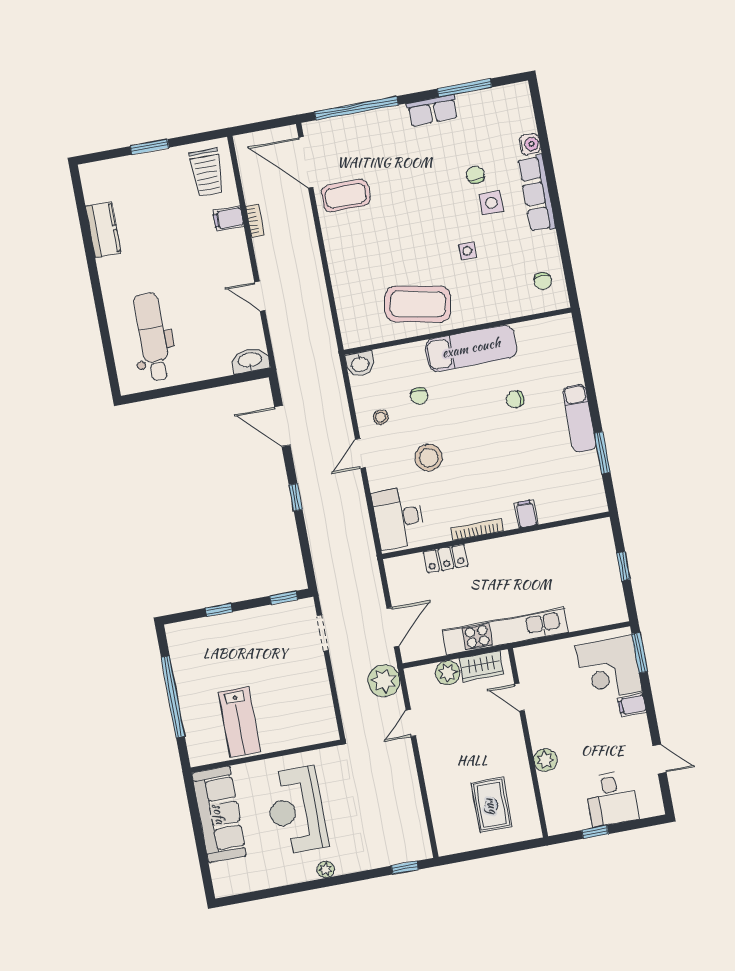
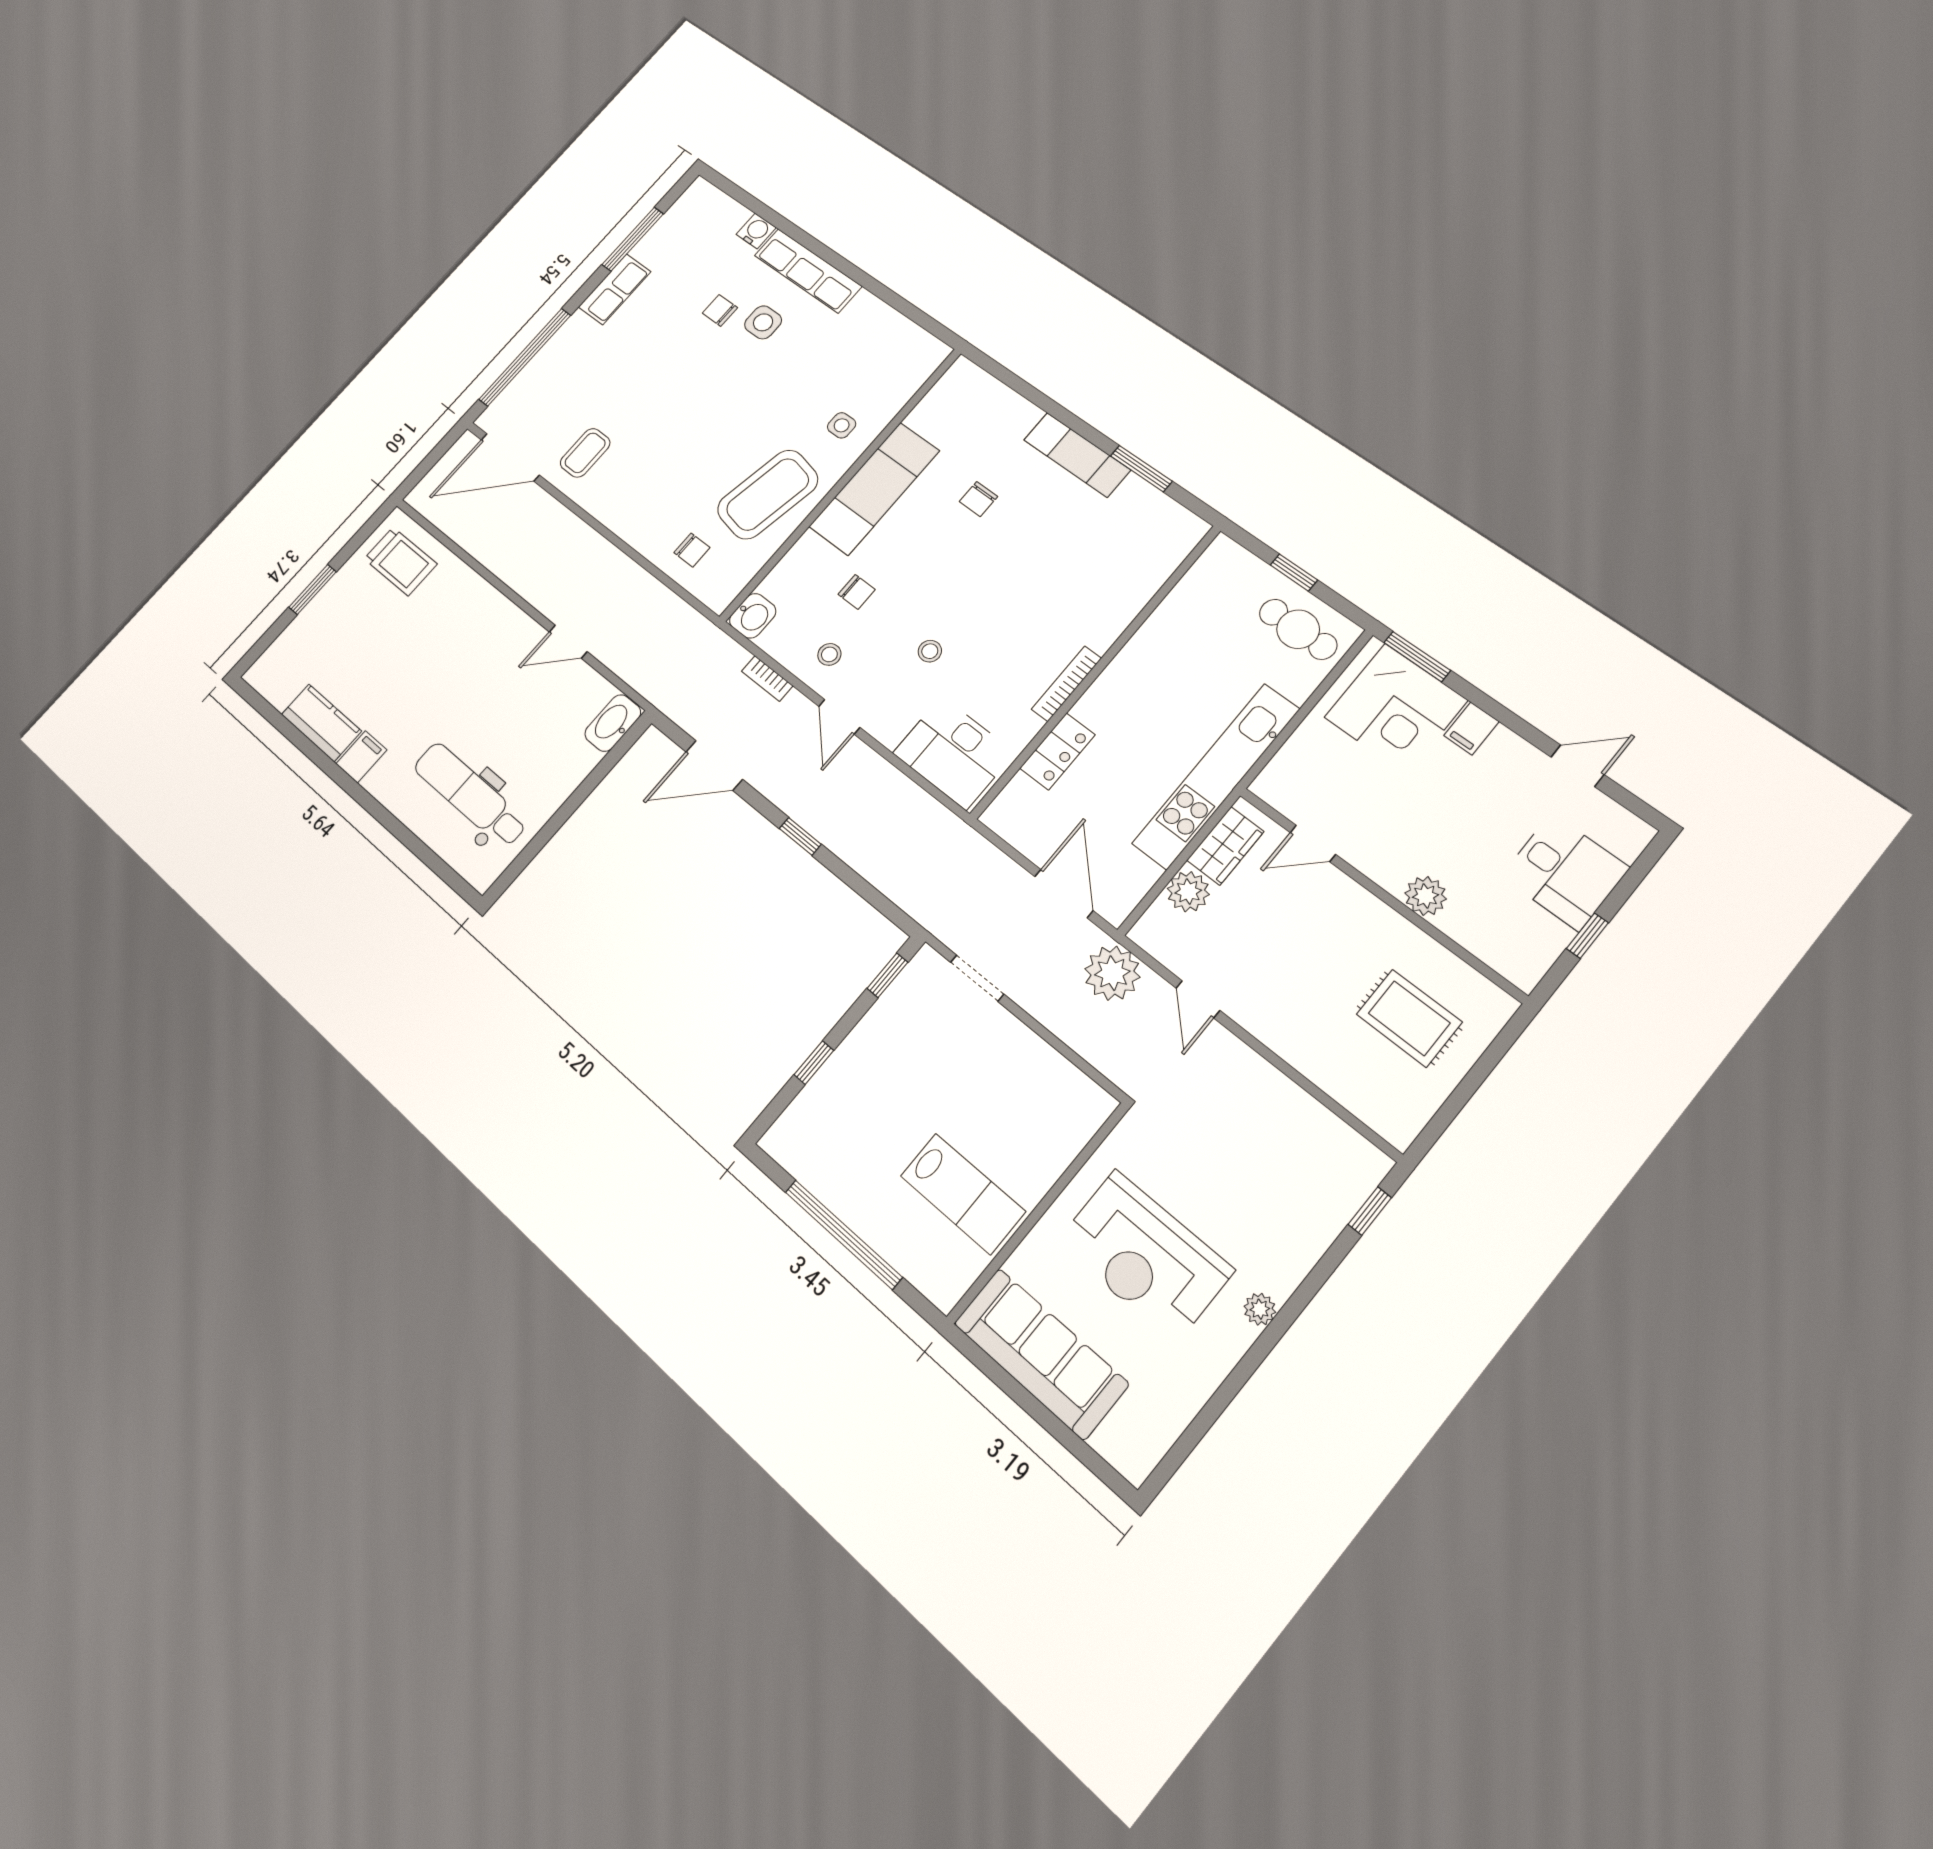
coffee table: (346, 196) -> (585, 453), width x0.73, depth x0.77
filing cabinet: (228, 219) -> (361, 757), moved, turned 180
bookcase: (255, 221) -> (767, 678), moved, turned 180
side table: (467, 251) -> (842, 425), moved
chair: (543, 281) -> (692, 550), moved
stool: (429, 458) -> (930, 651), width x0.53, depth x0.53
filing cabinet: (526, 514) -> (1112, 614), removed
cafe table: (601, 595) -> (1298, 629), added

